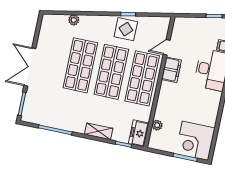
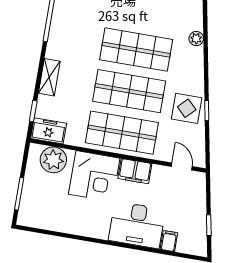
door: (167, 47) -> (182, 166), moved
plant: (157, 125) -> (53, 160), width x1.88, depth x1.88
corner desk: (195, 141) -> (94, 176), moved, turned 180

